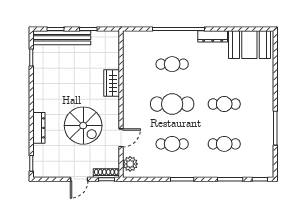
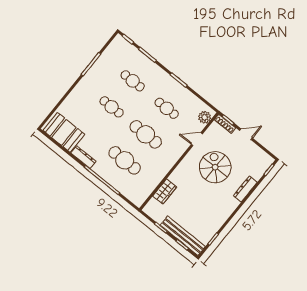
cafe table: (172, 64) -> (125, 160), width x1.37, depth x1.35
wardrobe: (112, 83) -> (165, 191), moved

